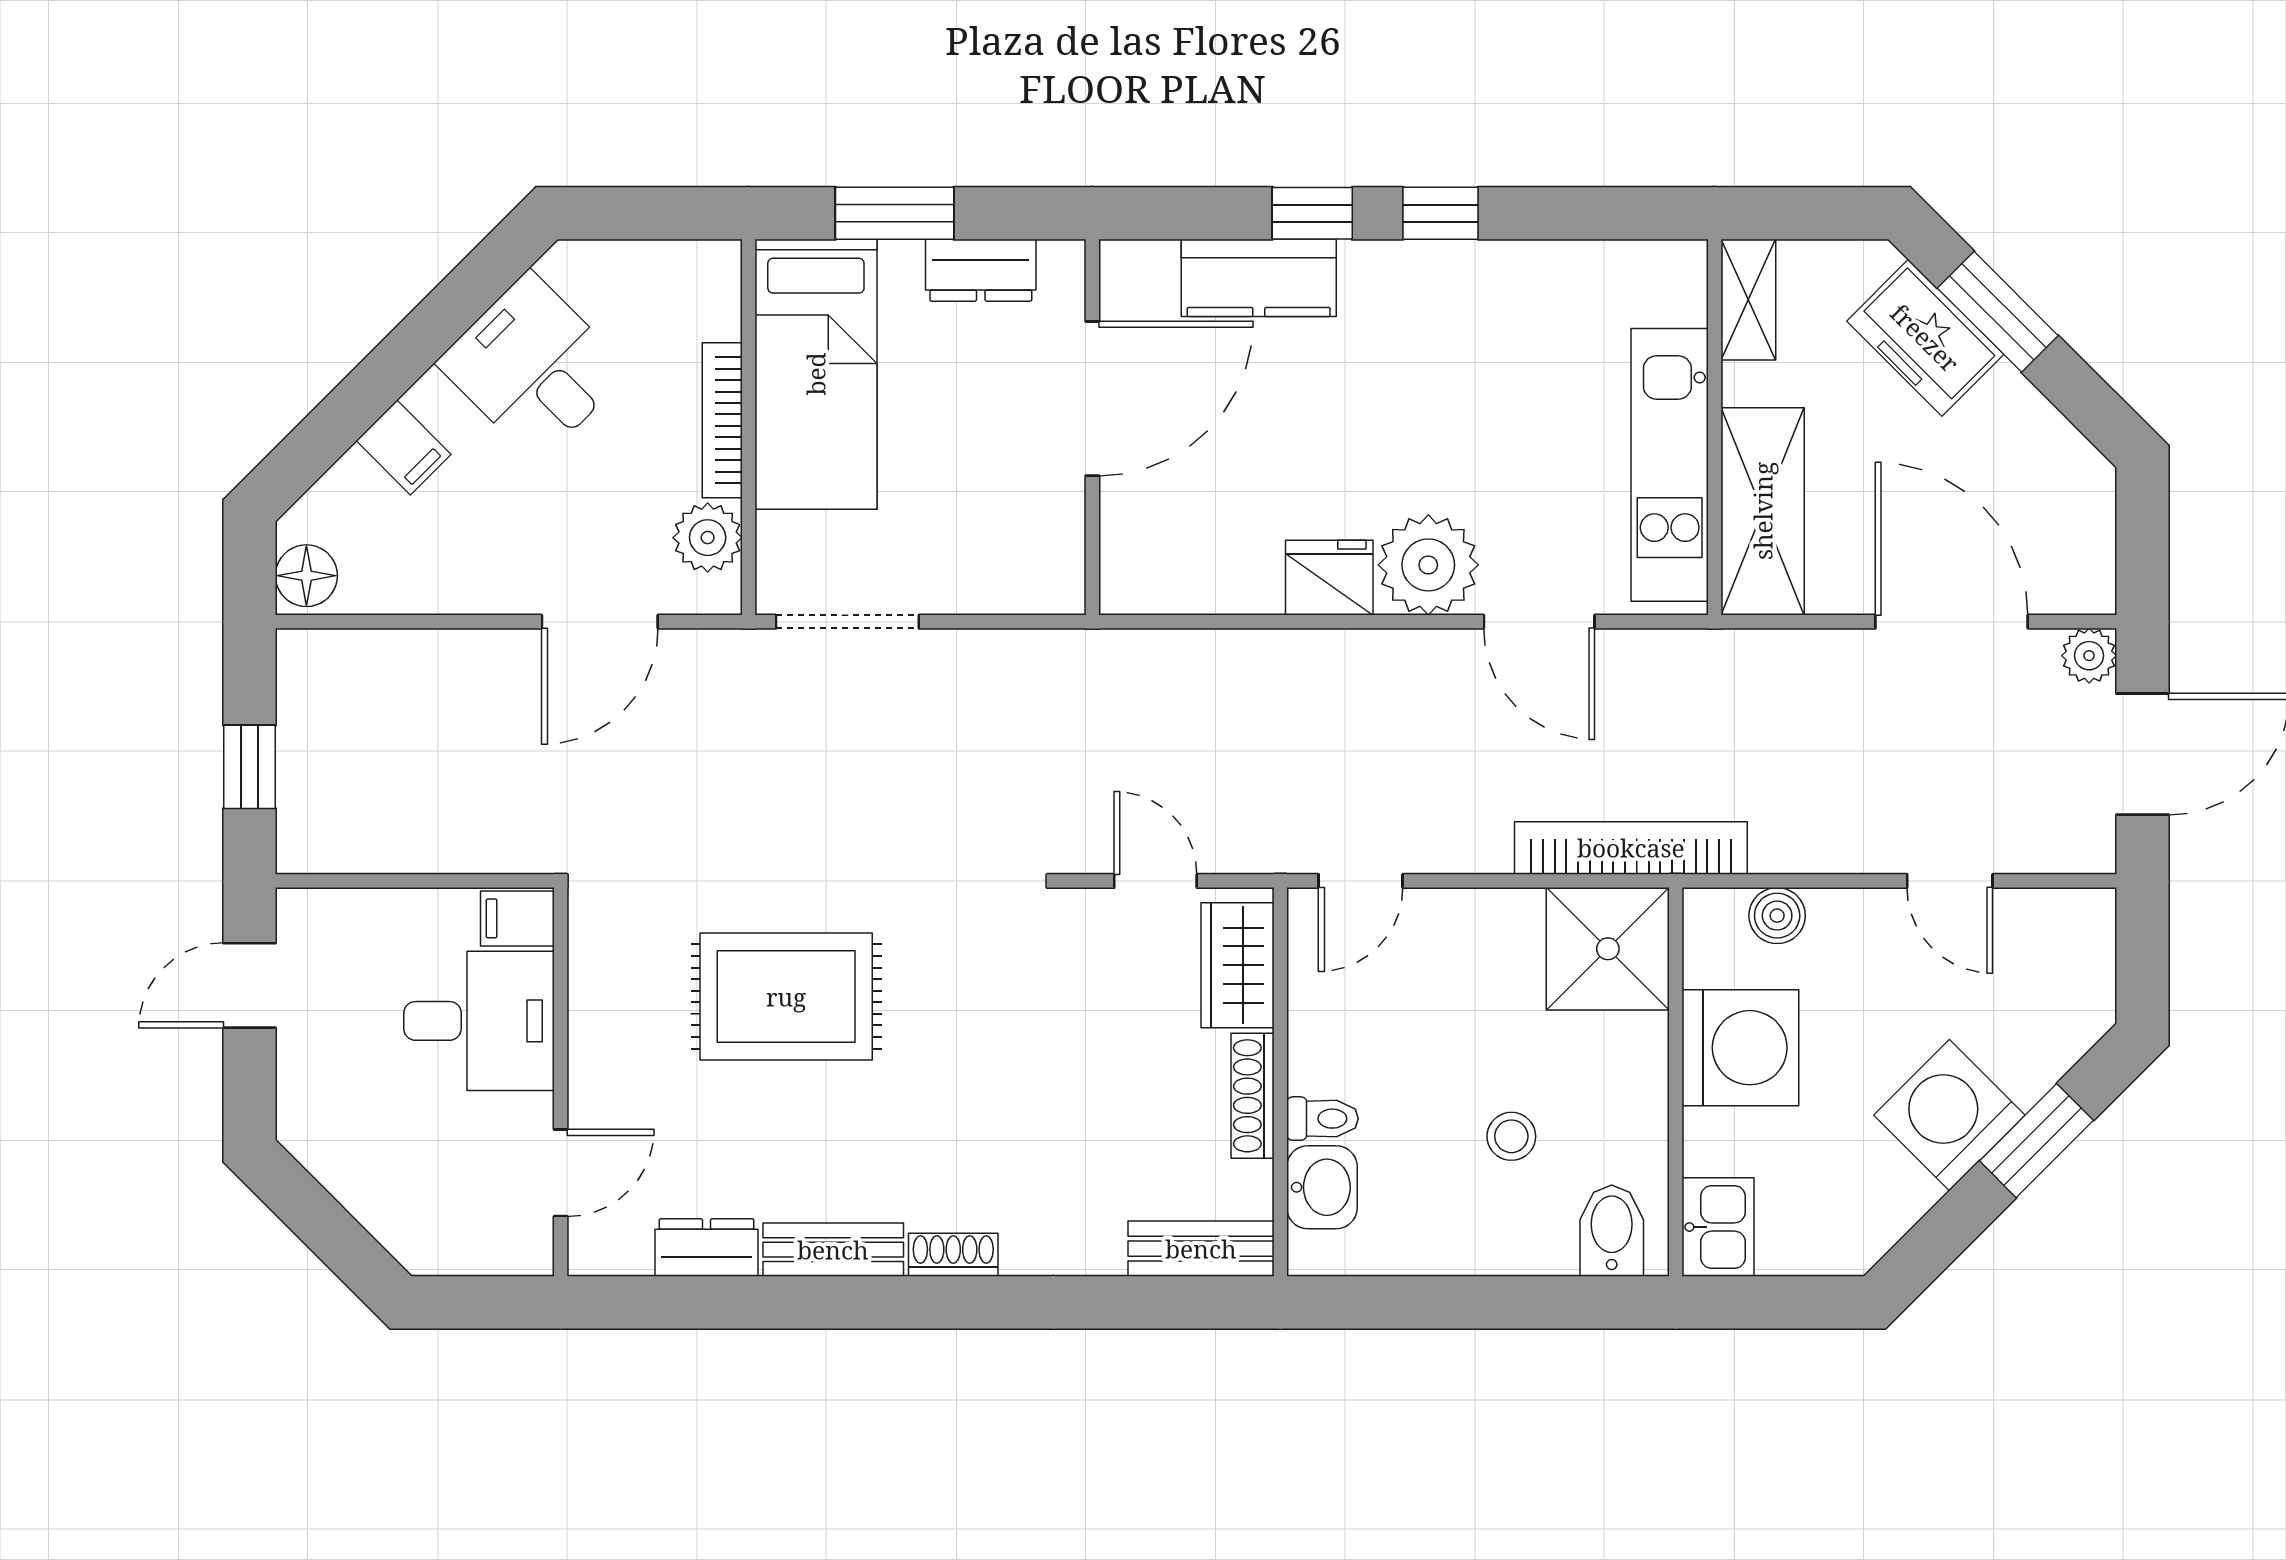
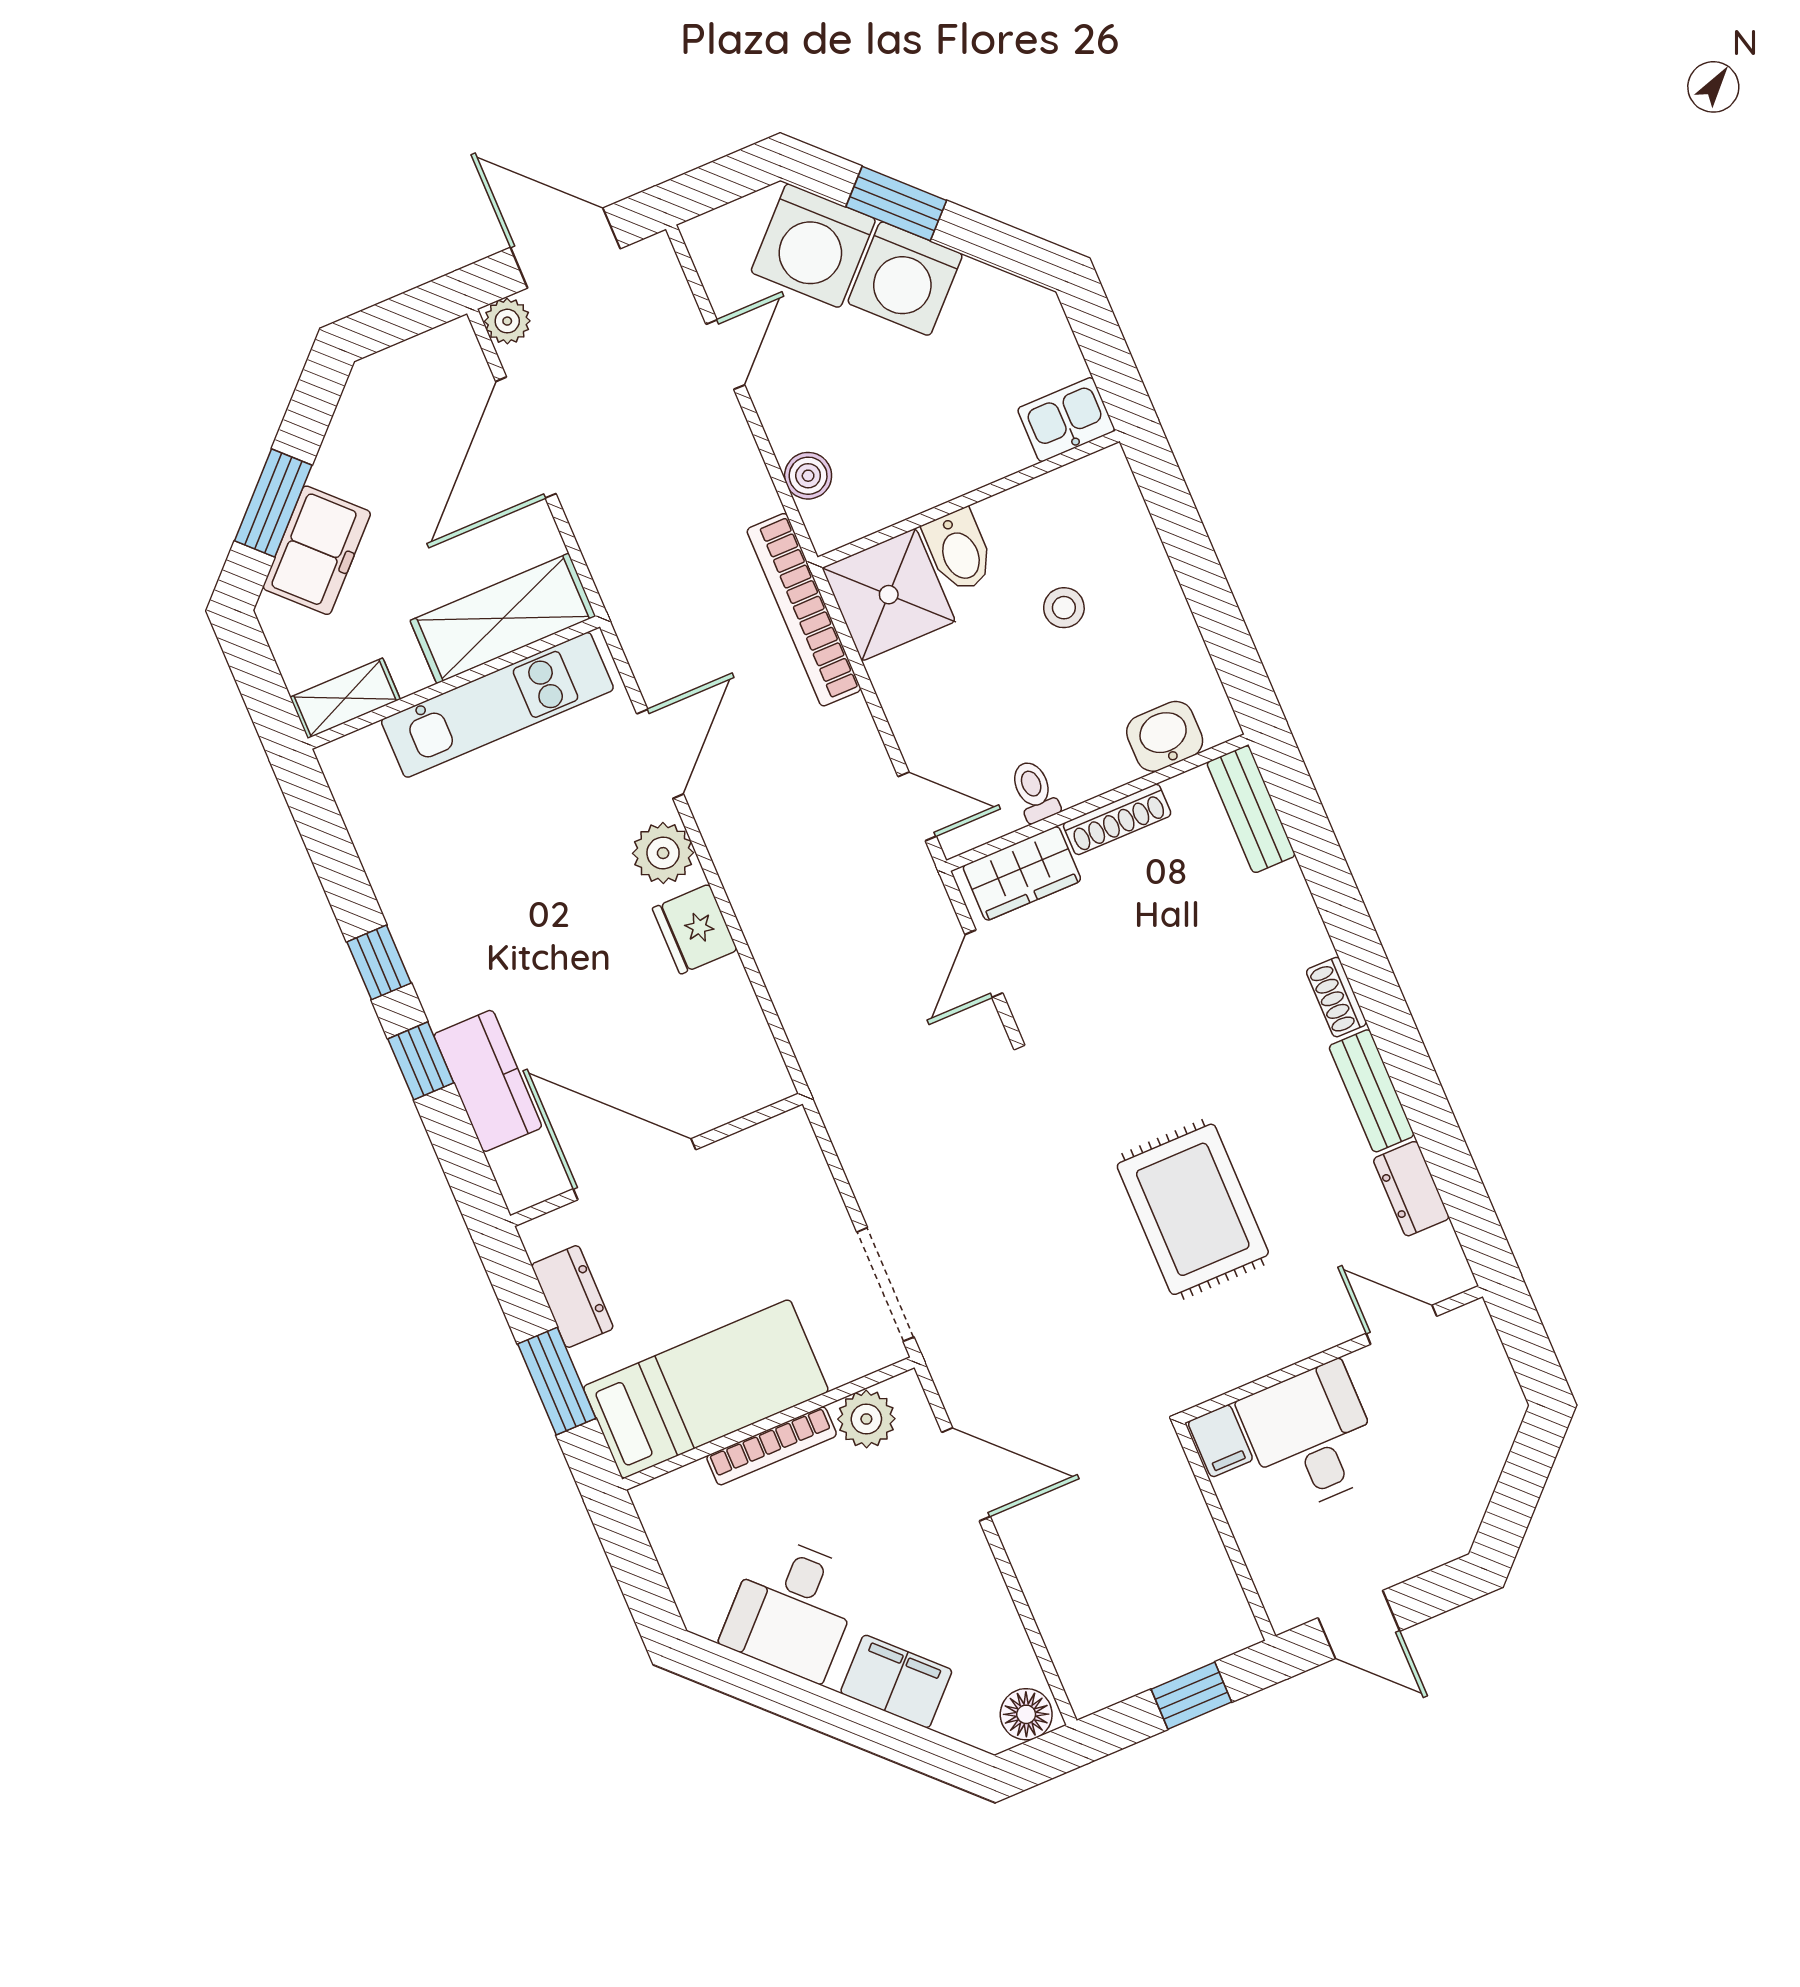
filing cabinet: (404, 448) -> (896, 1681), width x2.00
plant: (1428, 565) -> (663, 853), width x0.73, depth x0.73
washing machine: (1740, 1048) -> (813, 246), moved, turned -135
toilet: (1322, 1119) -> (1034, 791), moved
bidet: (1612, 1231) -> (959, 551), moved, turned -90

